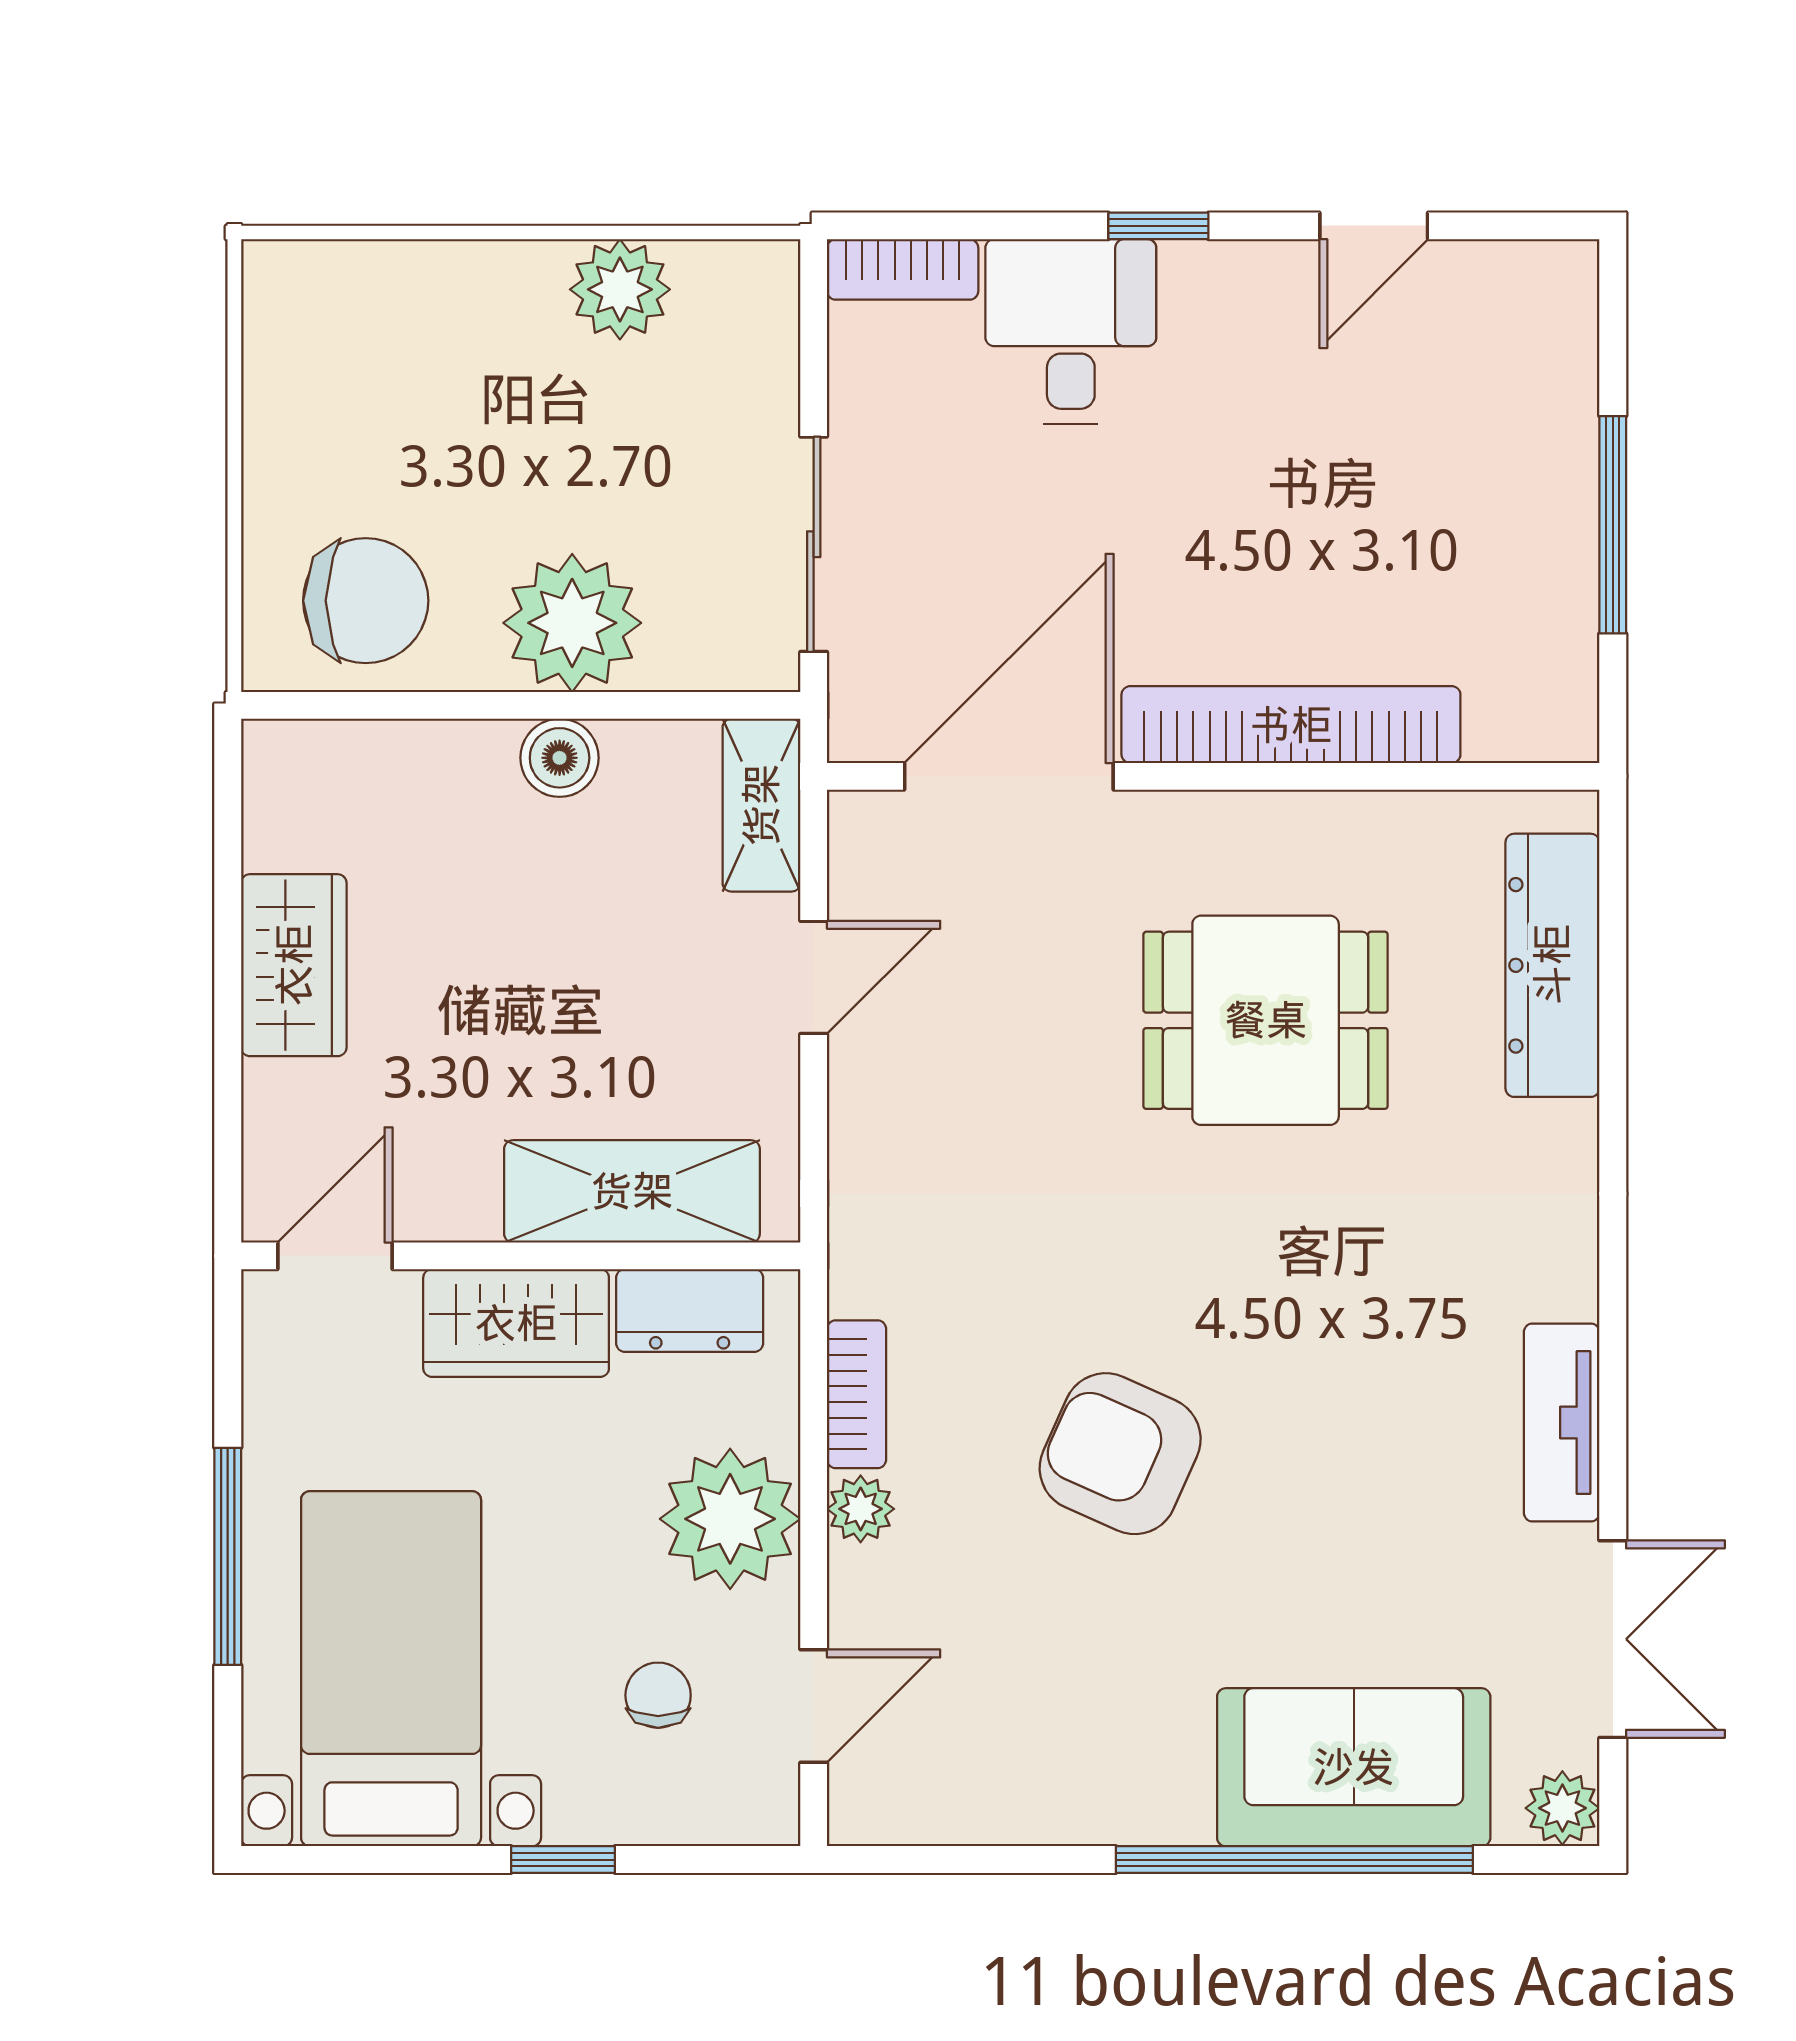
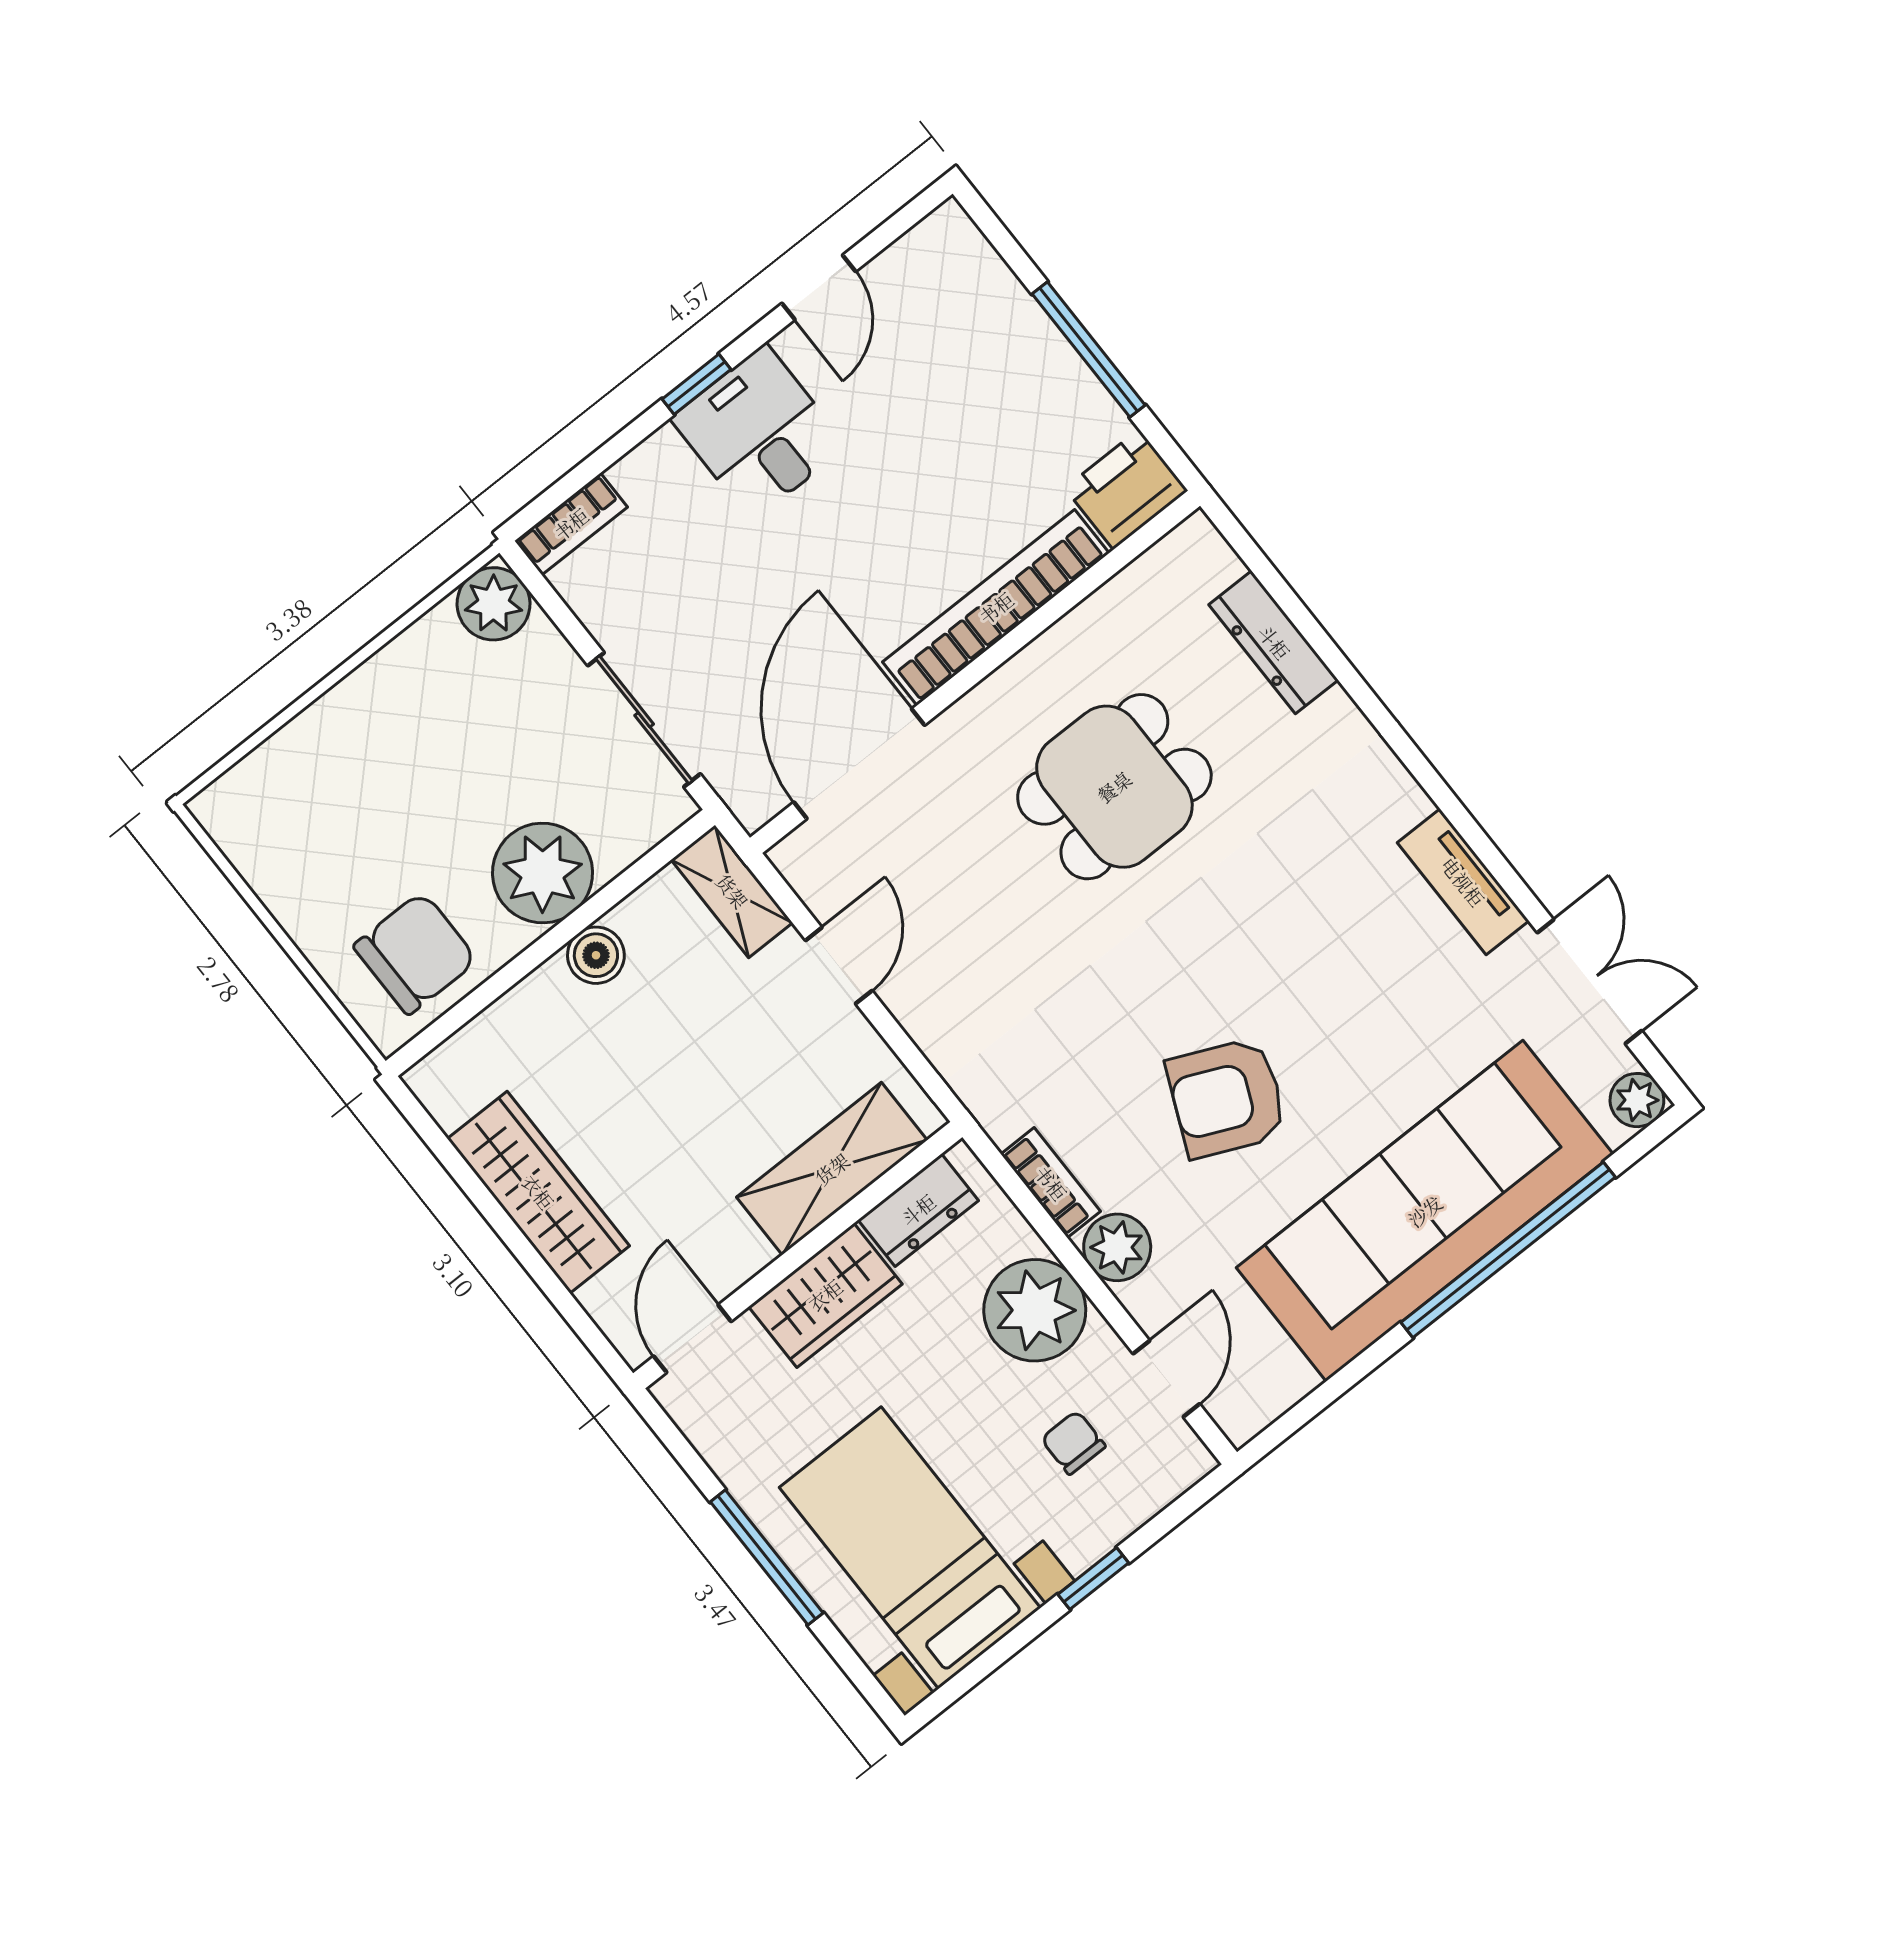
plant: (620, 289) -> (494, 604), moved
desk: (1071, 331) -> (759, 432), moved
printer: (1534, 709) -> (1126, 489), added
wardrobe: (294, 965) -> (538, 1192), width x1.50
dresser: (1552, 965) -> (1274, 642), width x0.73, depth x0.80
plant: (861, 1509) -> (1117, 1247), width x1.38, depth x1.38
sofa: (1354, 1767) -> (1425, 1211), width x1.85, depth x1.27

